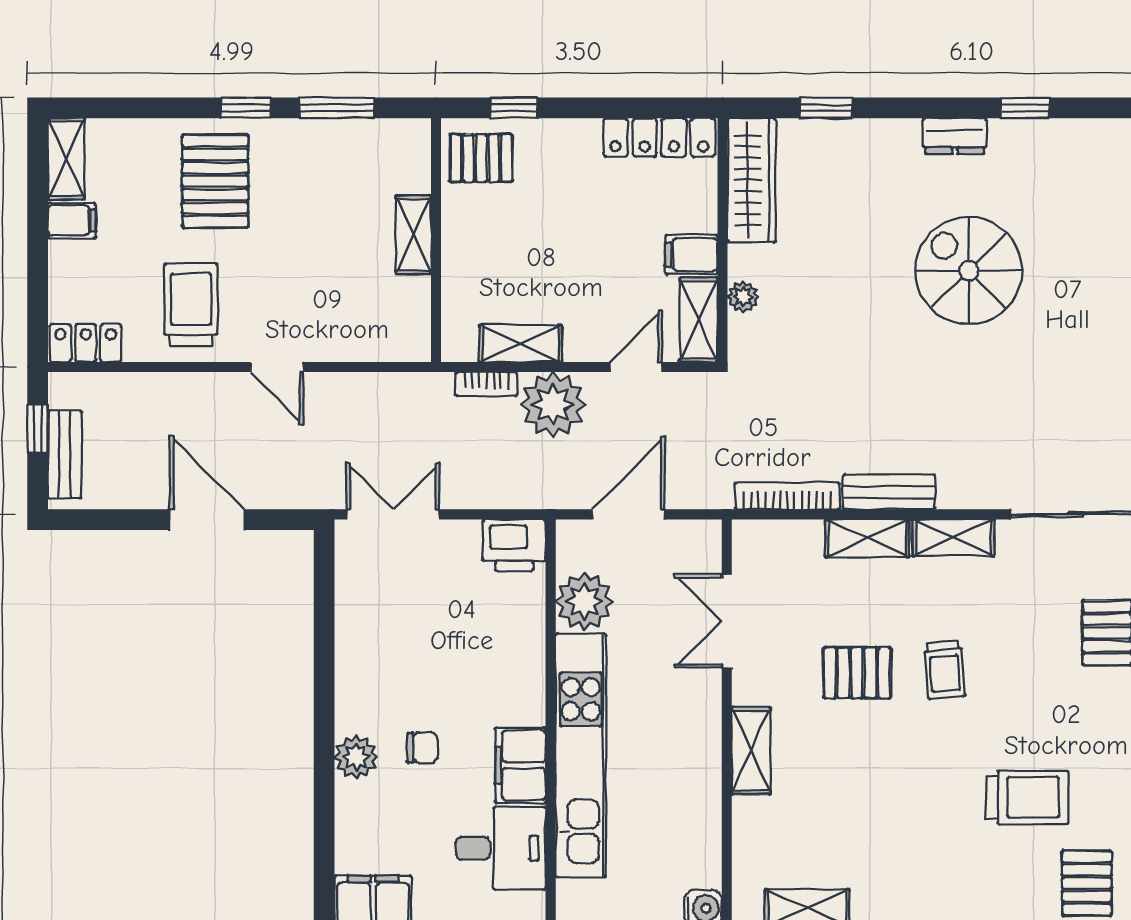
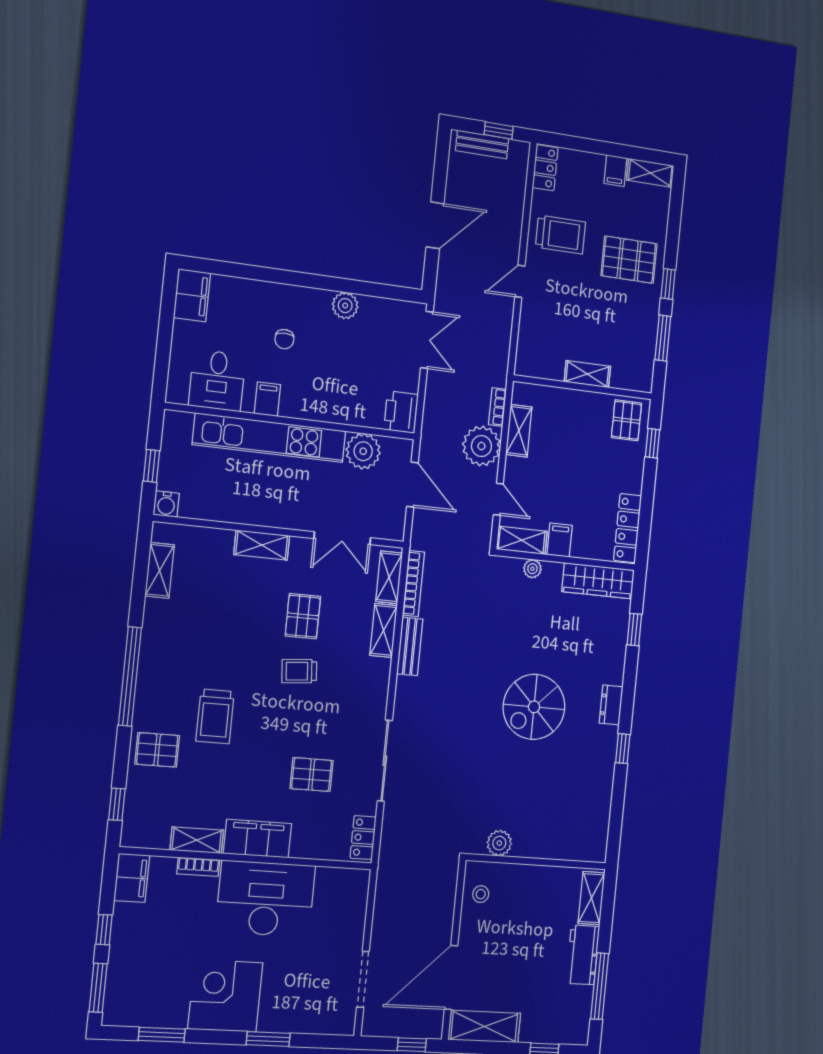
spiral stairs: (969, 270) -> (534, 707), turned 180
shelving: (953, 538) -> (389, 577), moved
double door: (727, 621) -> (342, 538), swing flipped
plant: (356, 757) -> (345, 306), moved
filing cabinet: (520, 765) -> (267, 399), width x0.50

